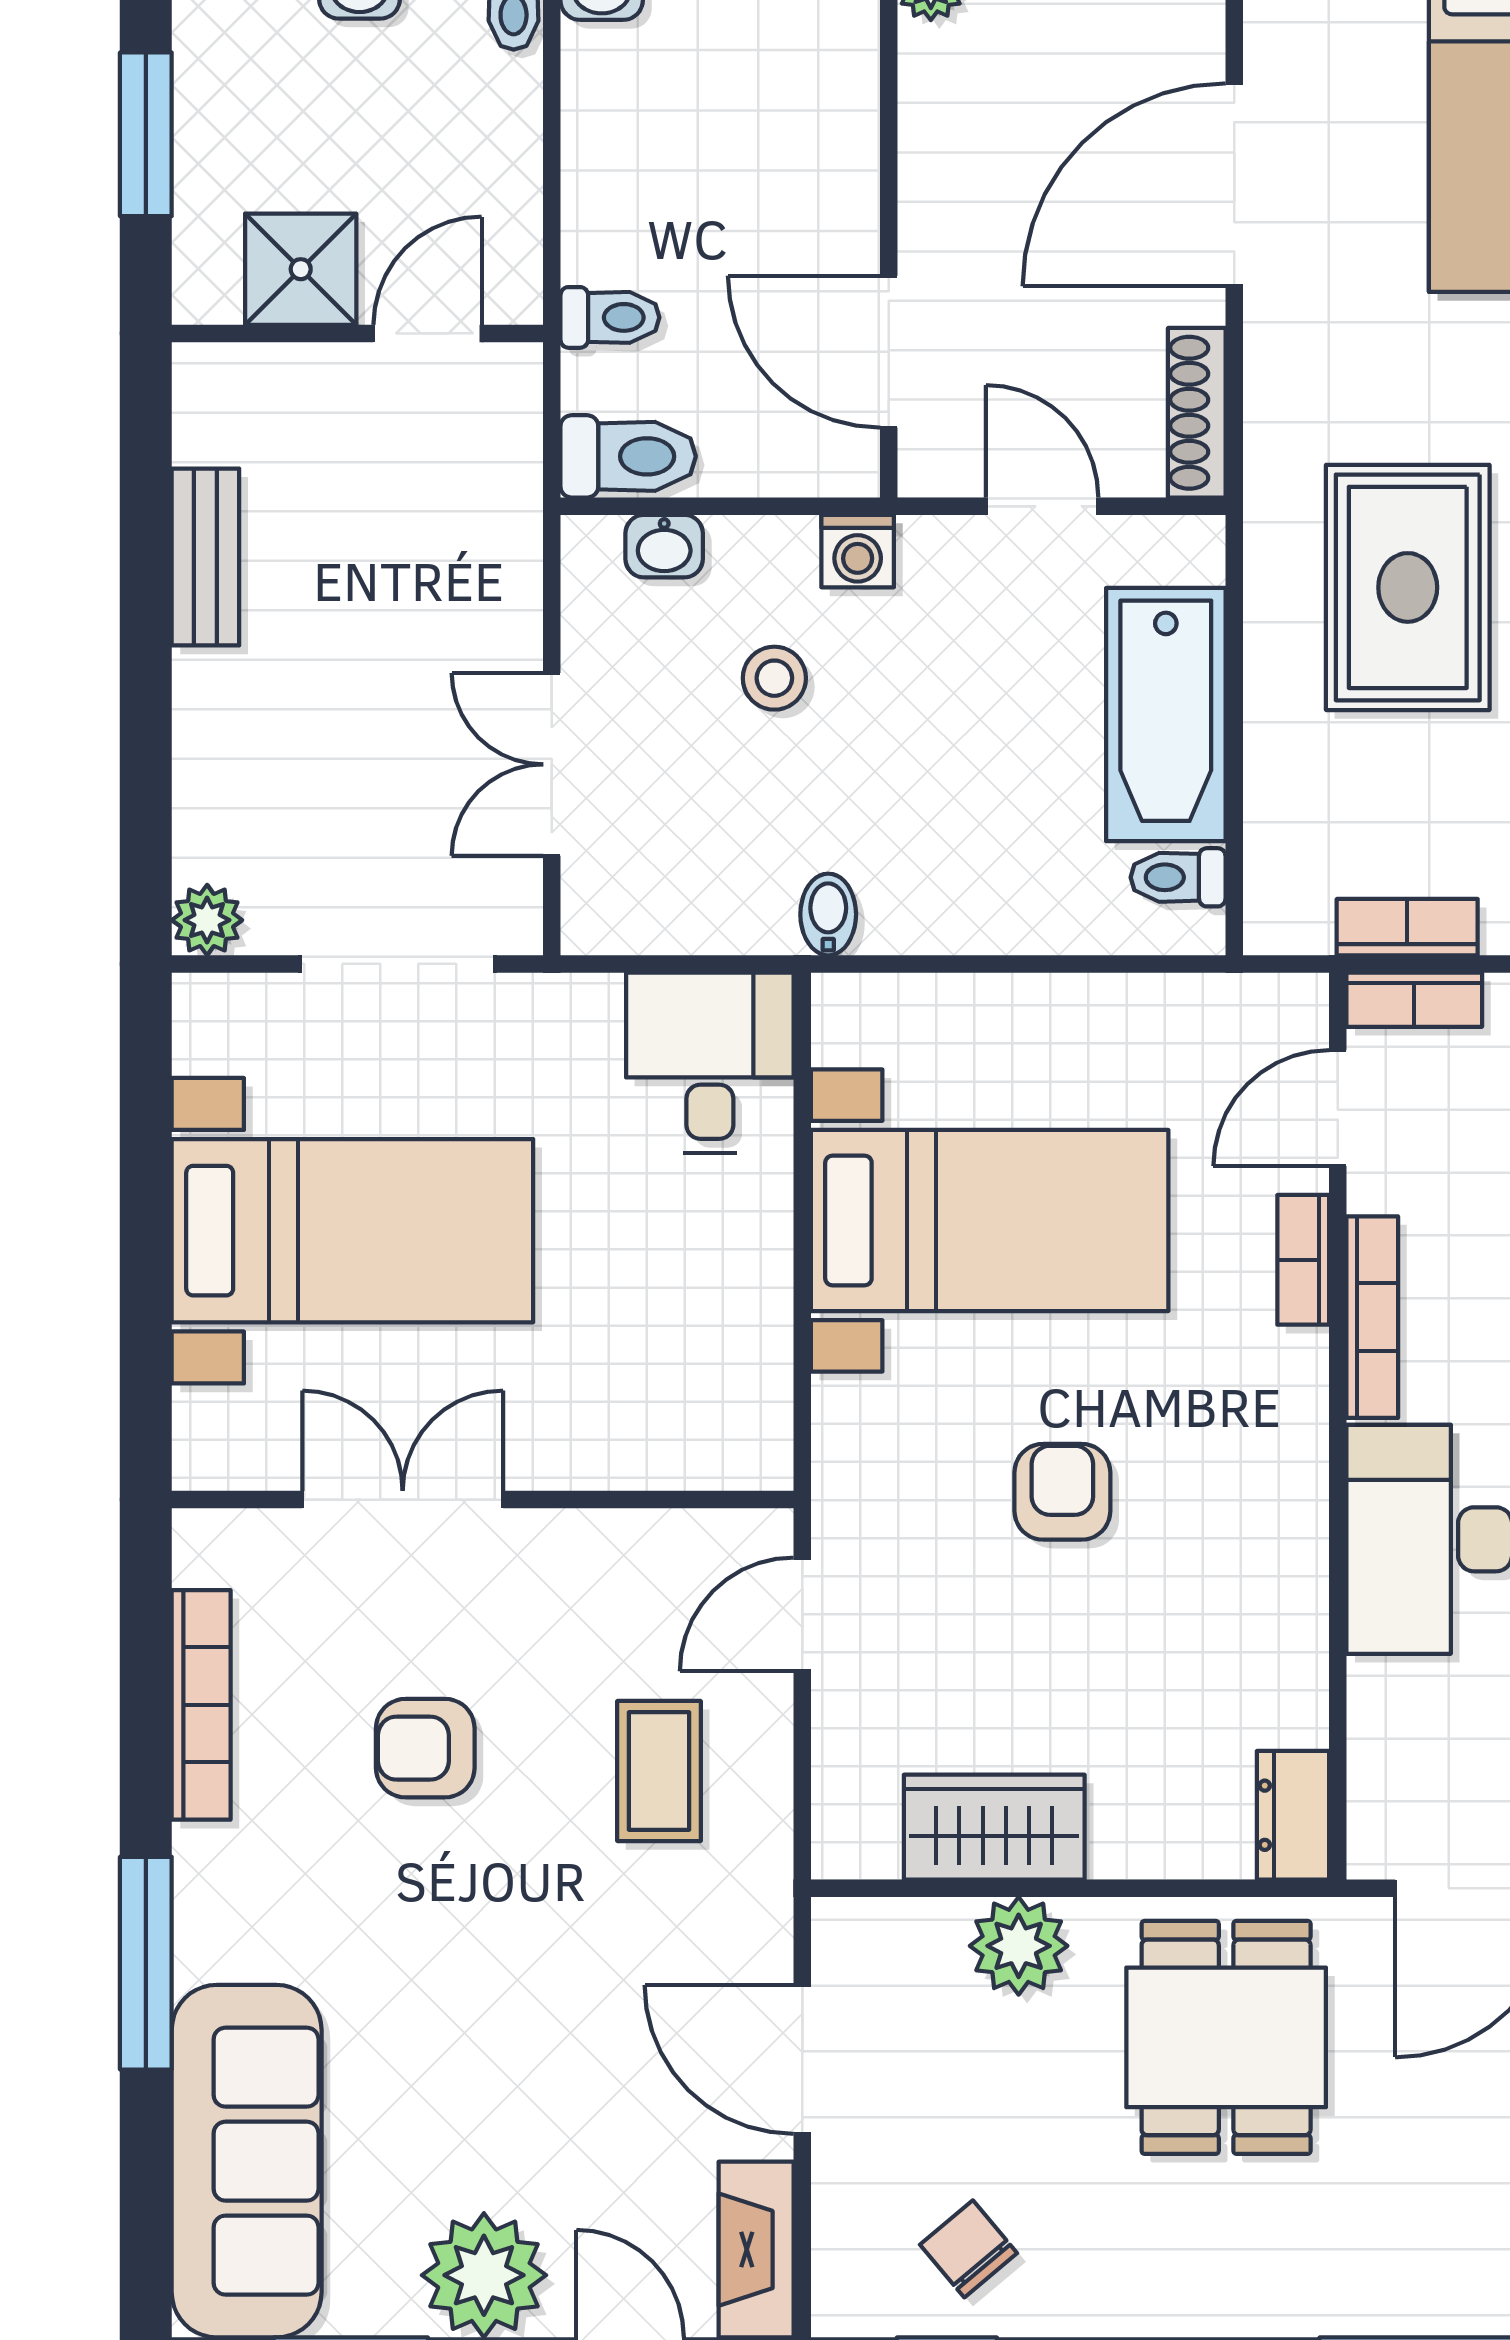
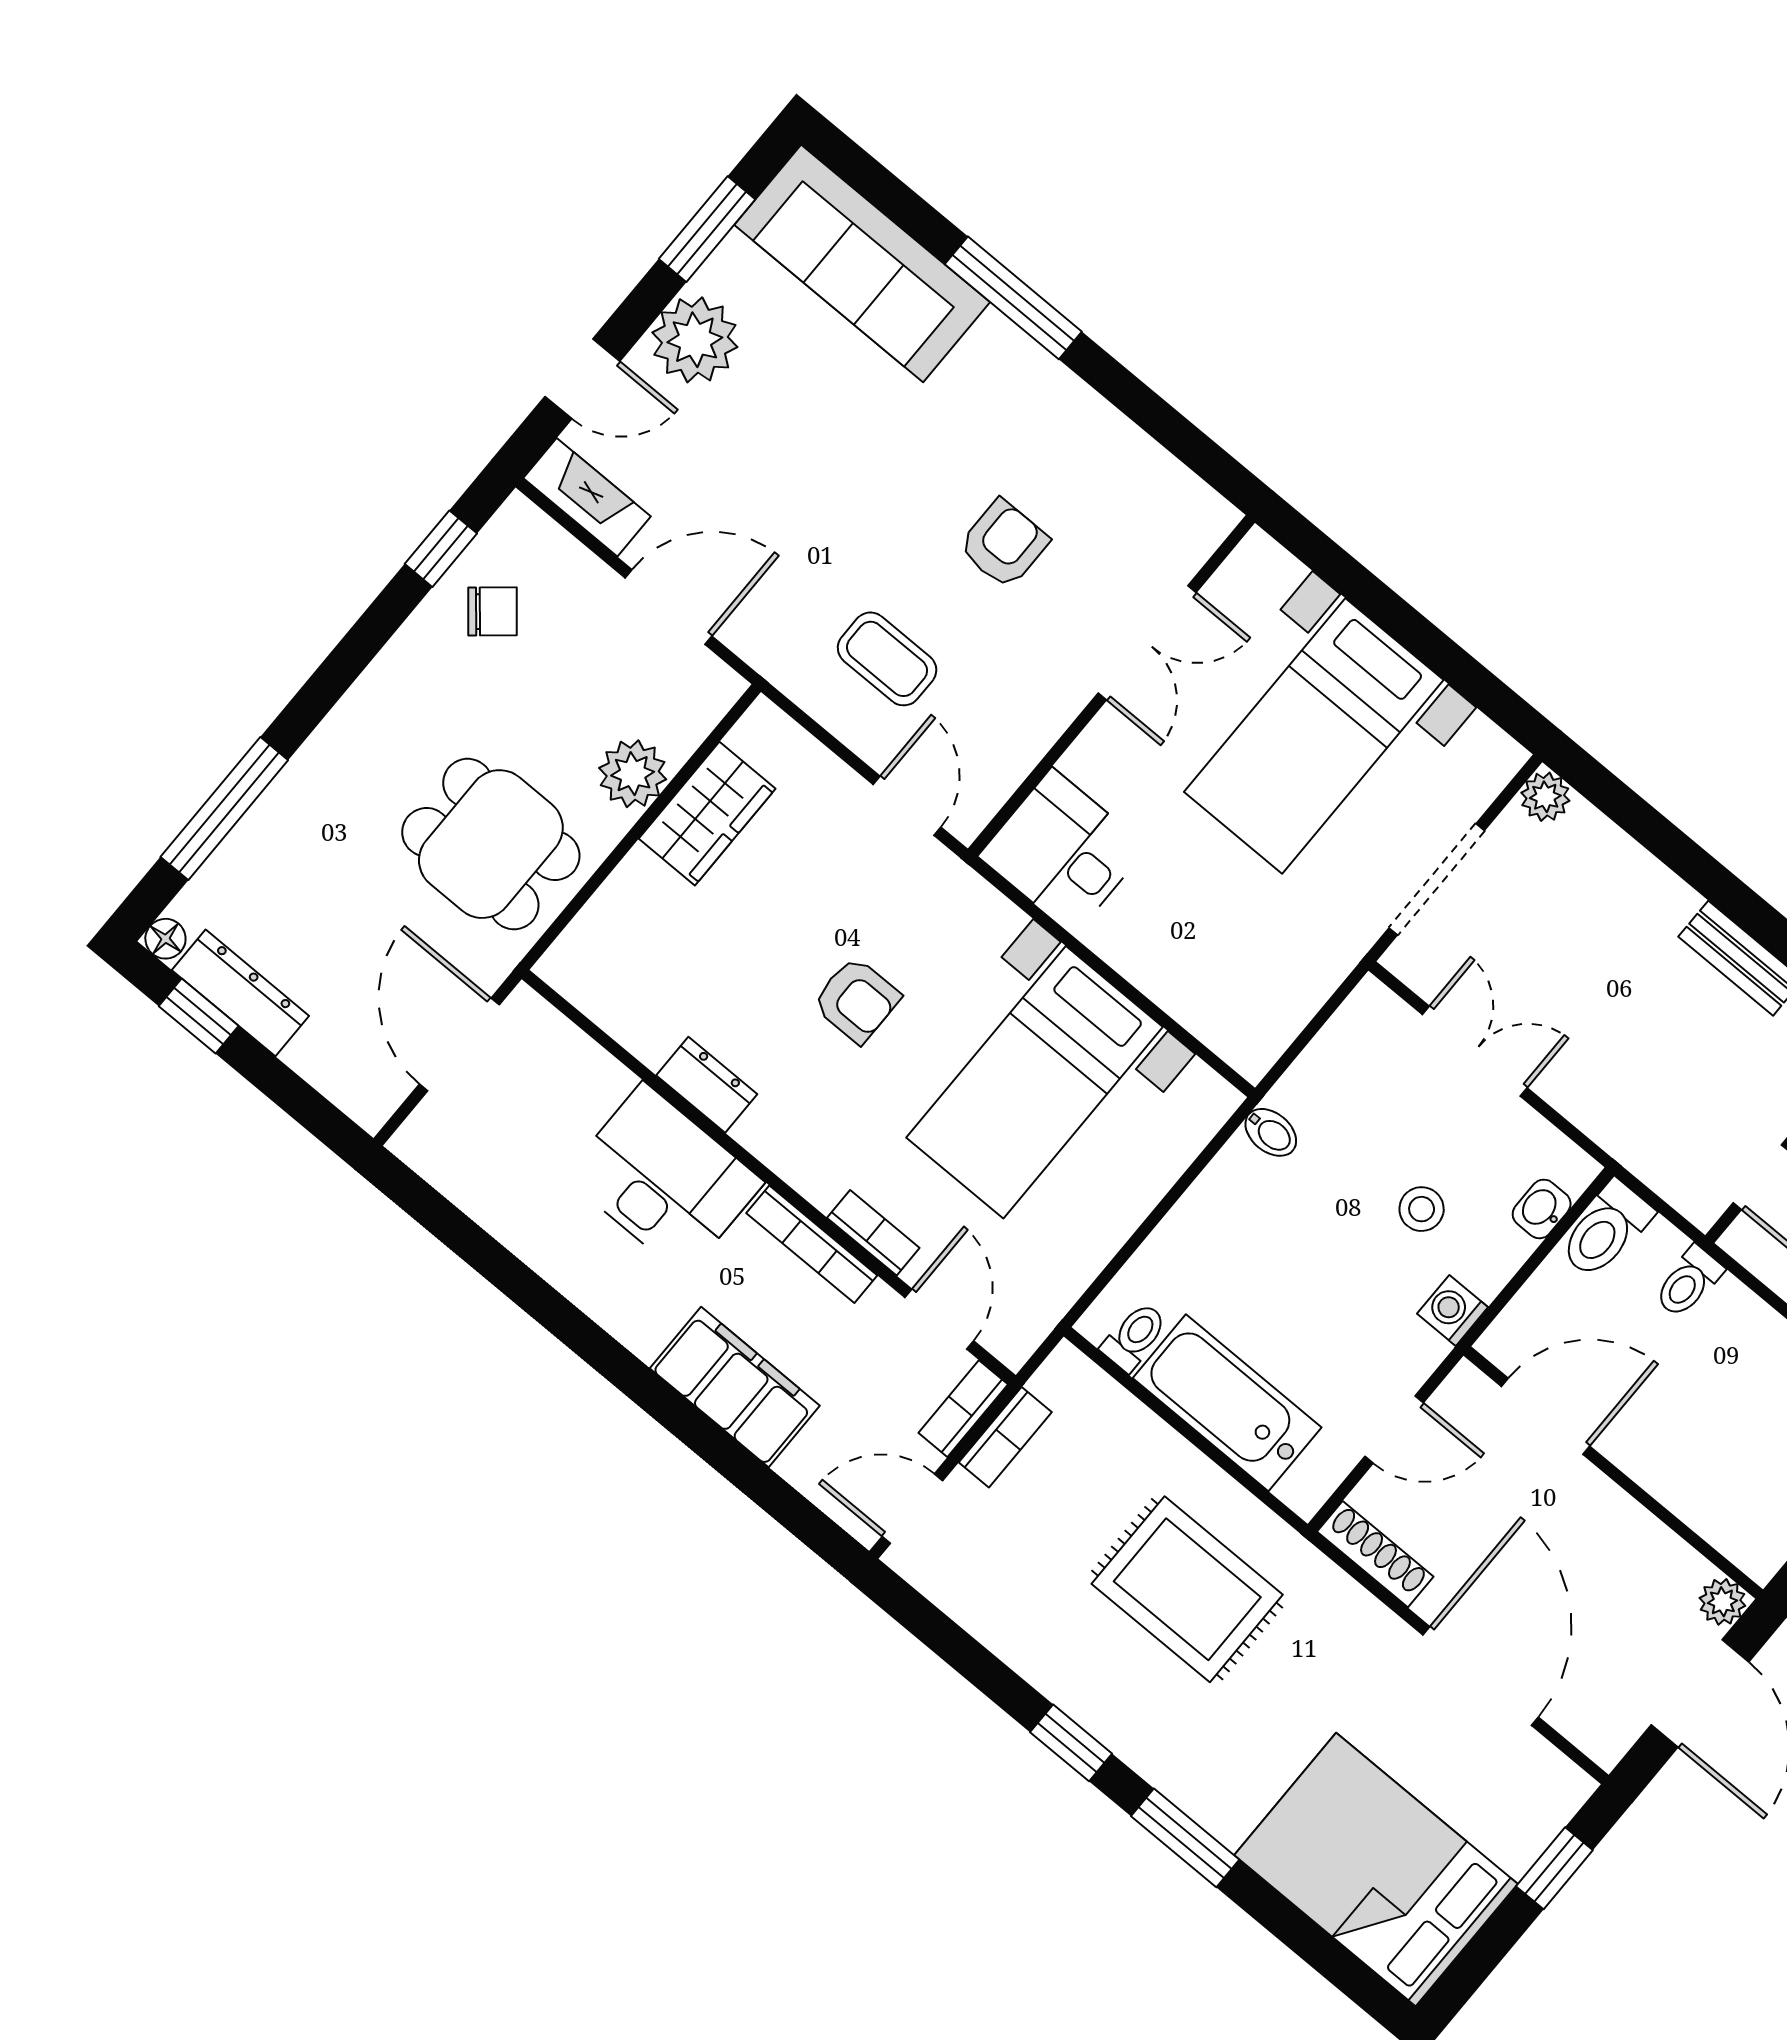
desk: (710, 1063) -> (1063, 852), moved, turned 180
bookcase: (201, 1705) -> (1127, 443), removed
dresser: (1293, 1815) -> (707, 1085), moved

